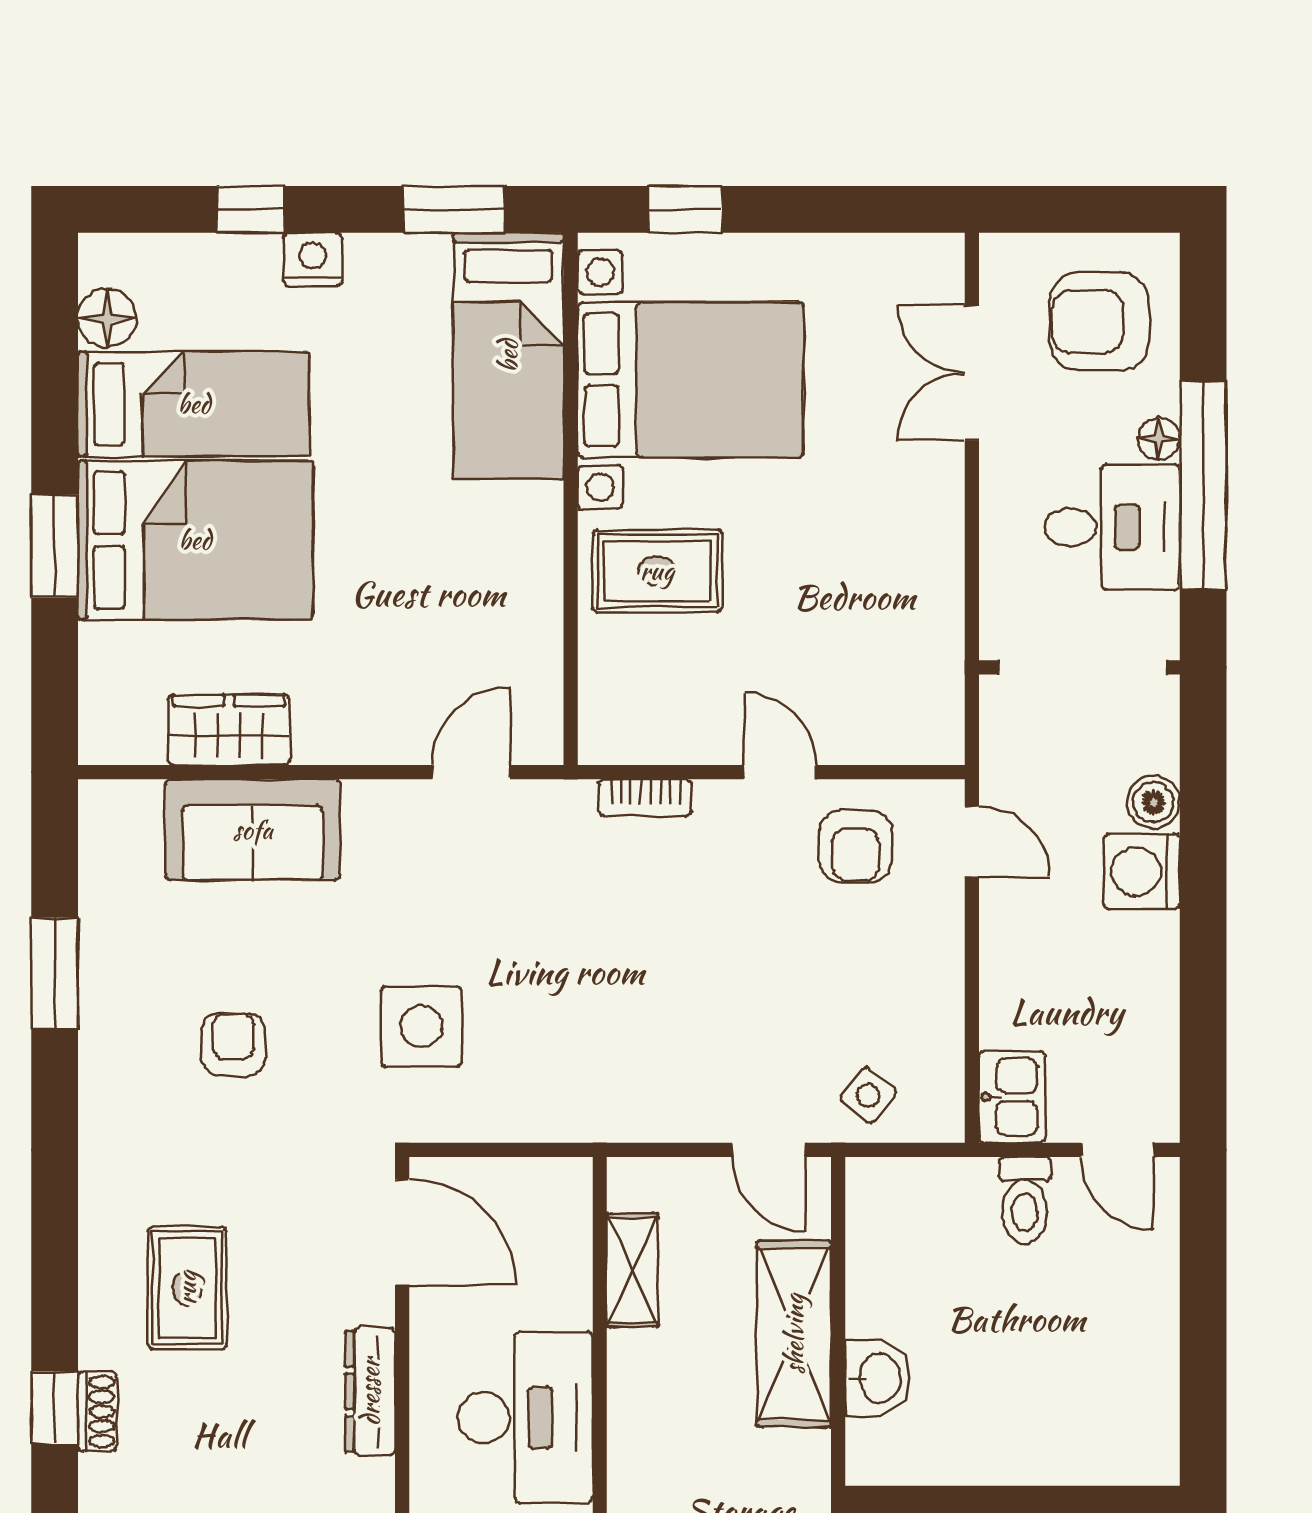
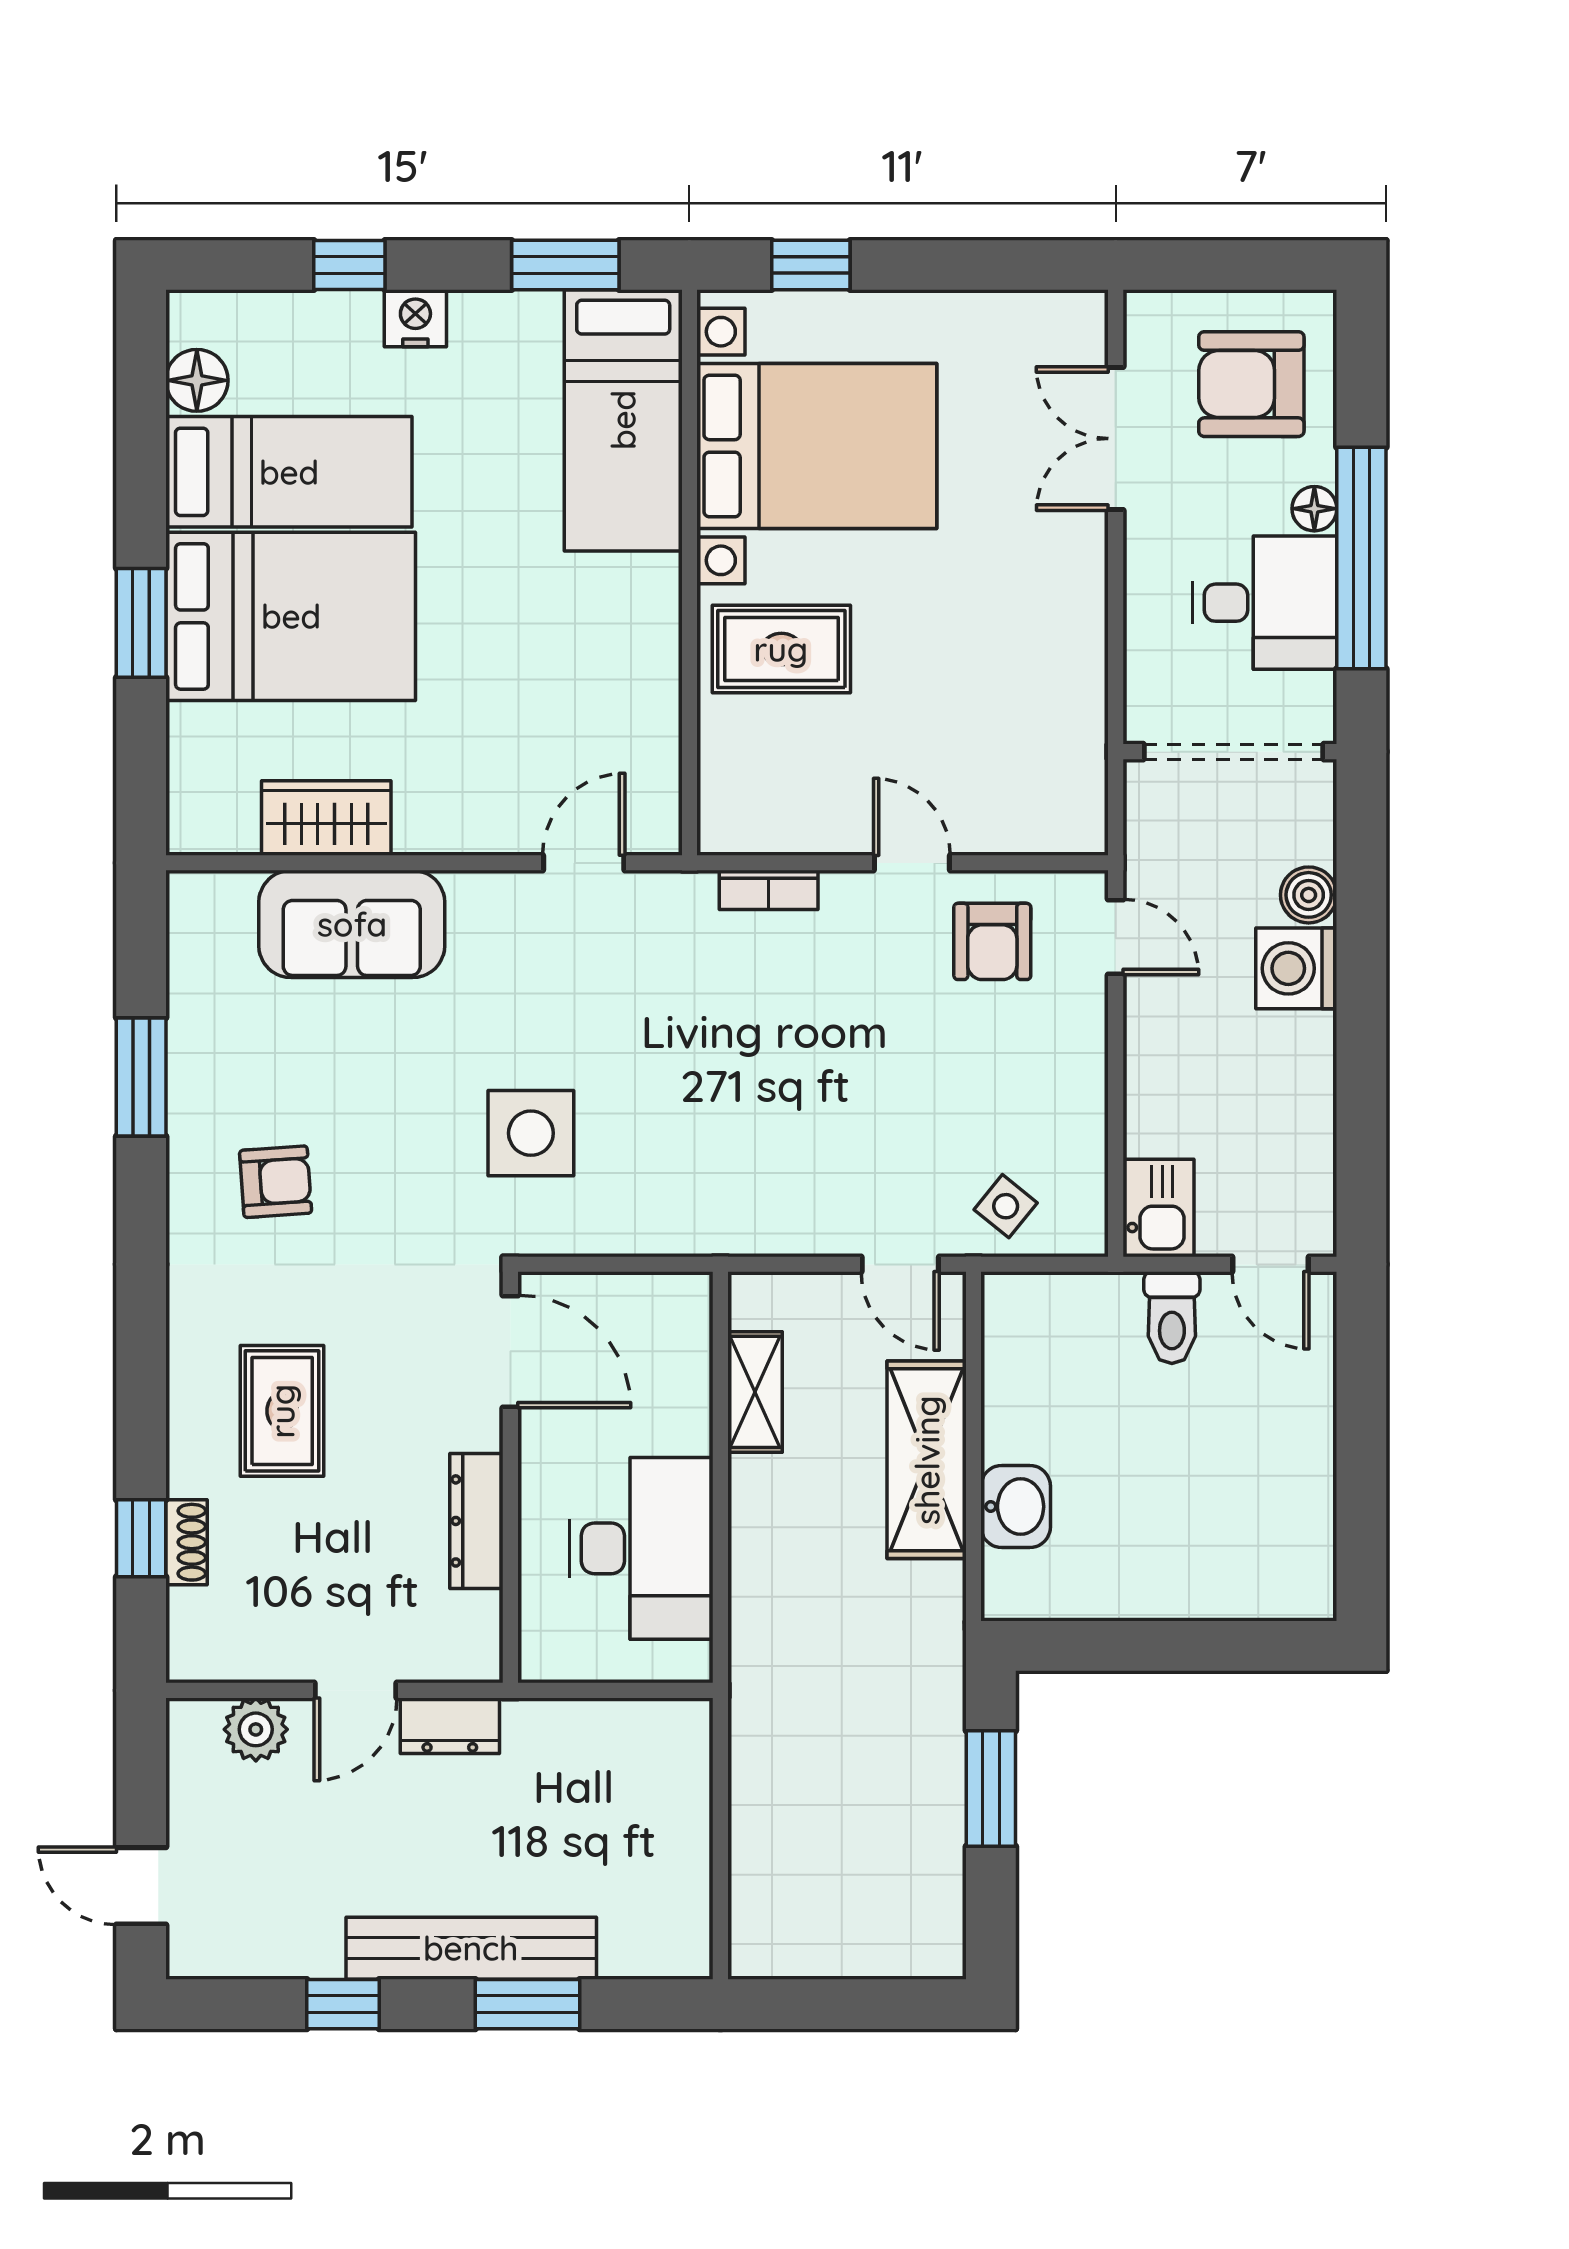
armchair: (234, 1044) -> (276, 1182), moved, turned 86

